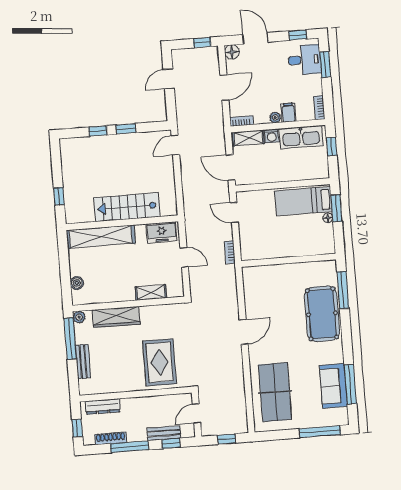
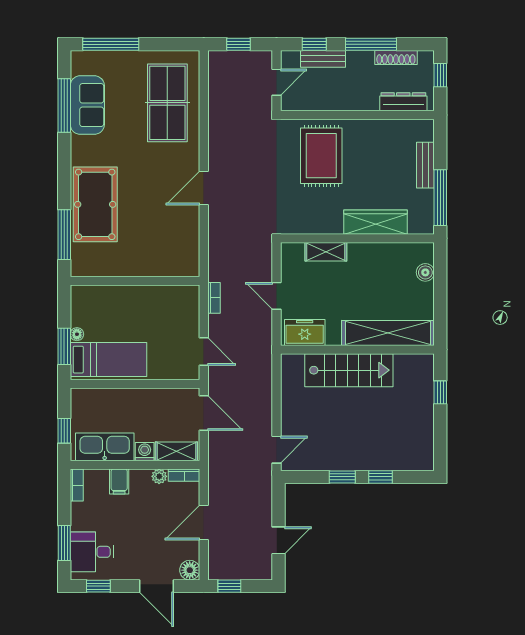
plant: (275, 117) -> (159, 476), moved
plant: (79, 317) -> (426, 226), removed

